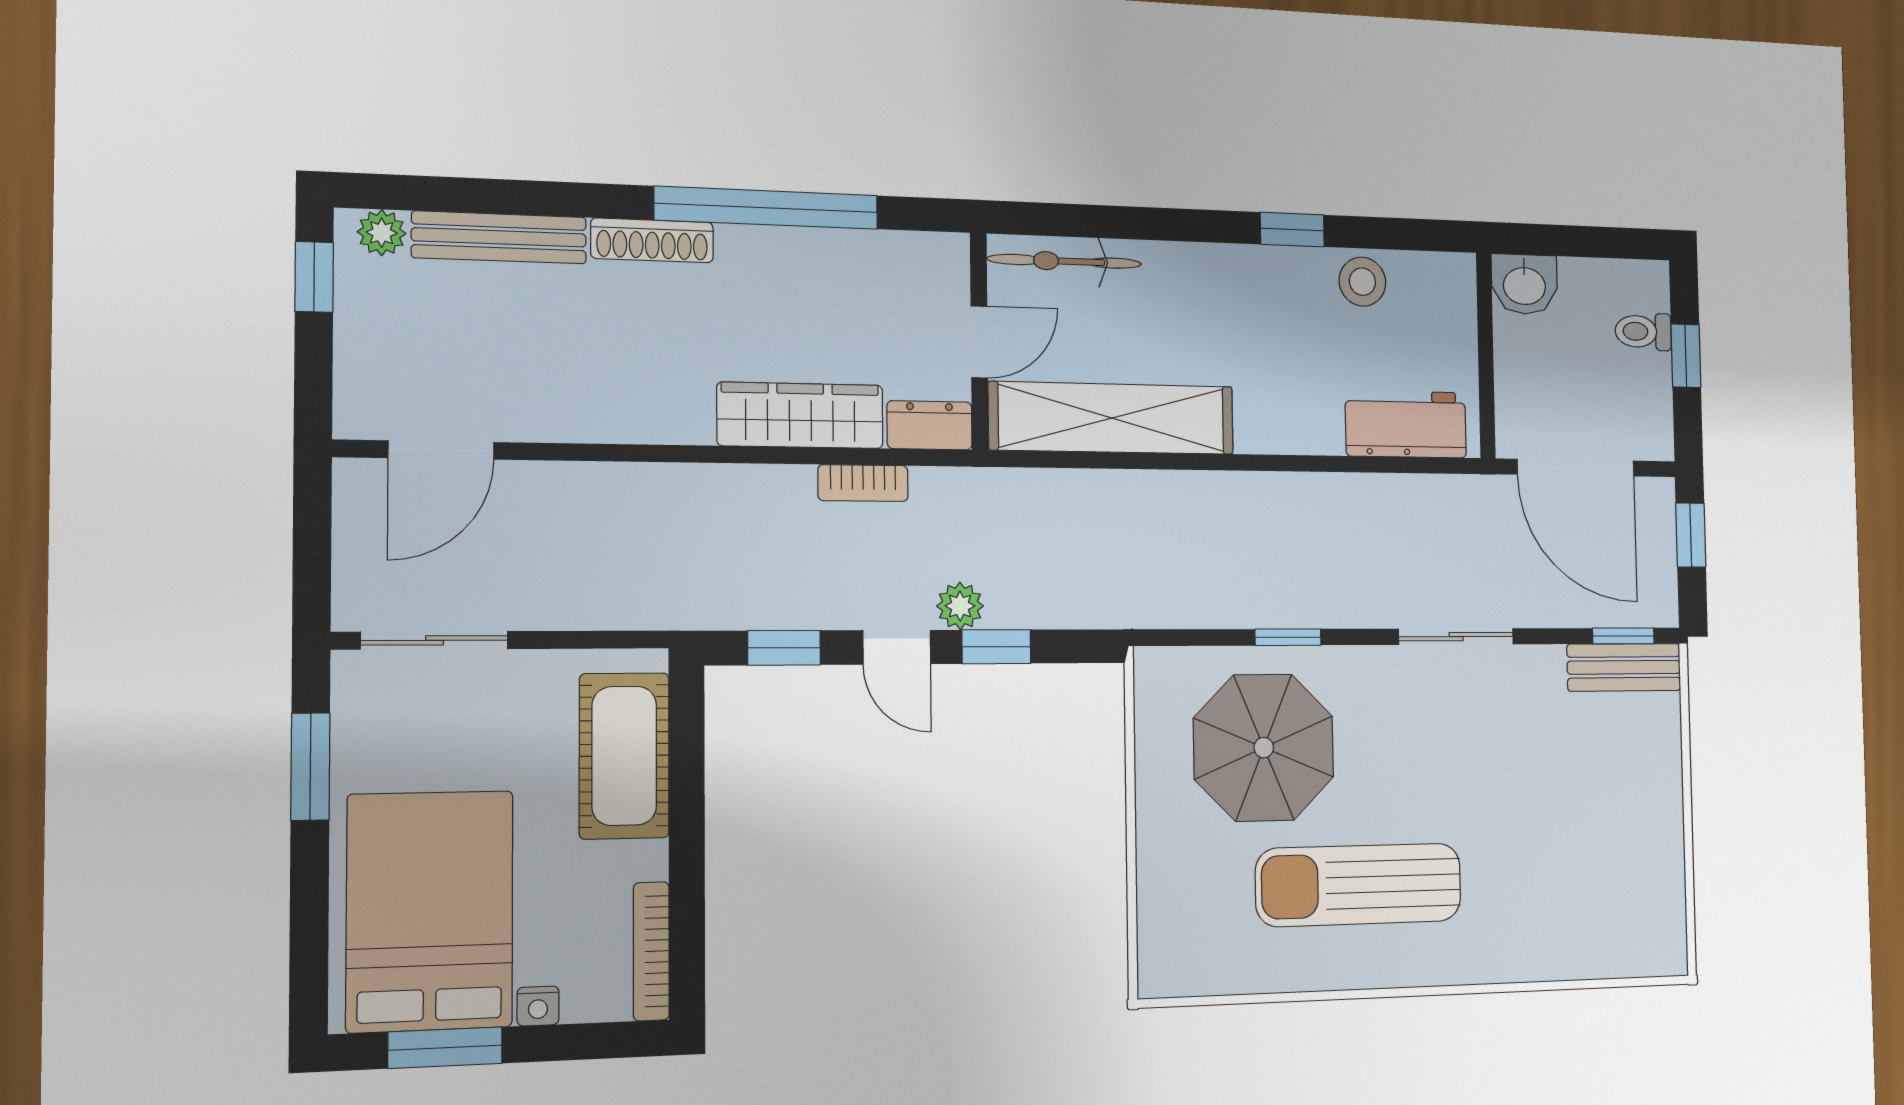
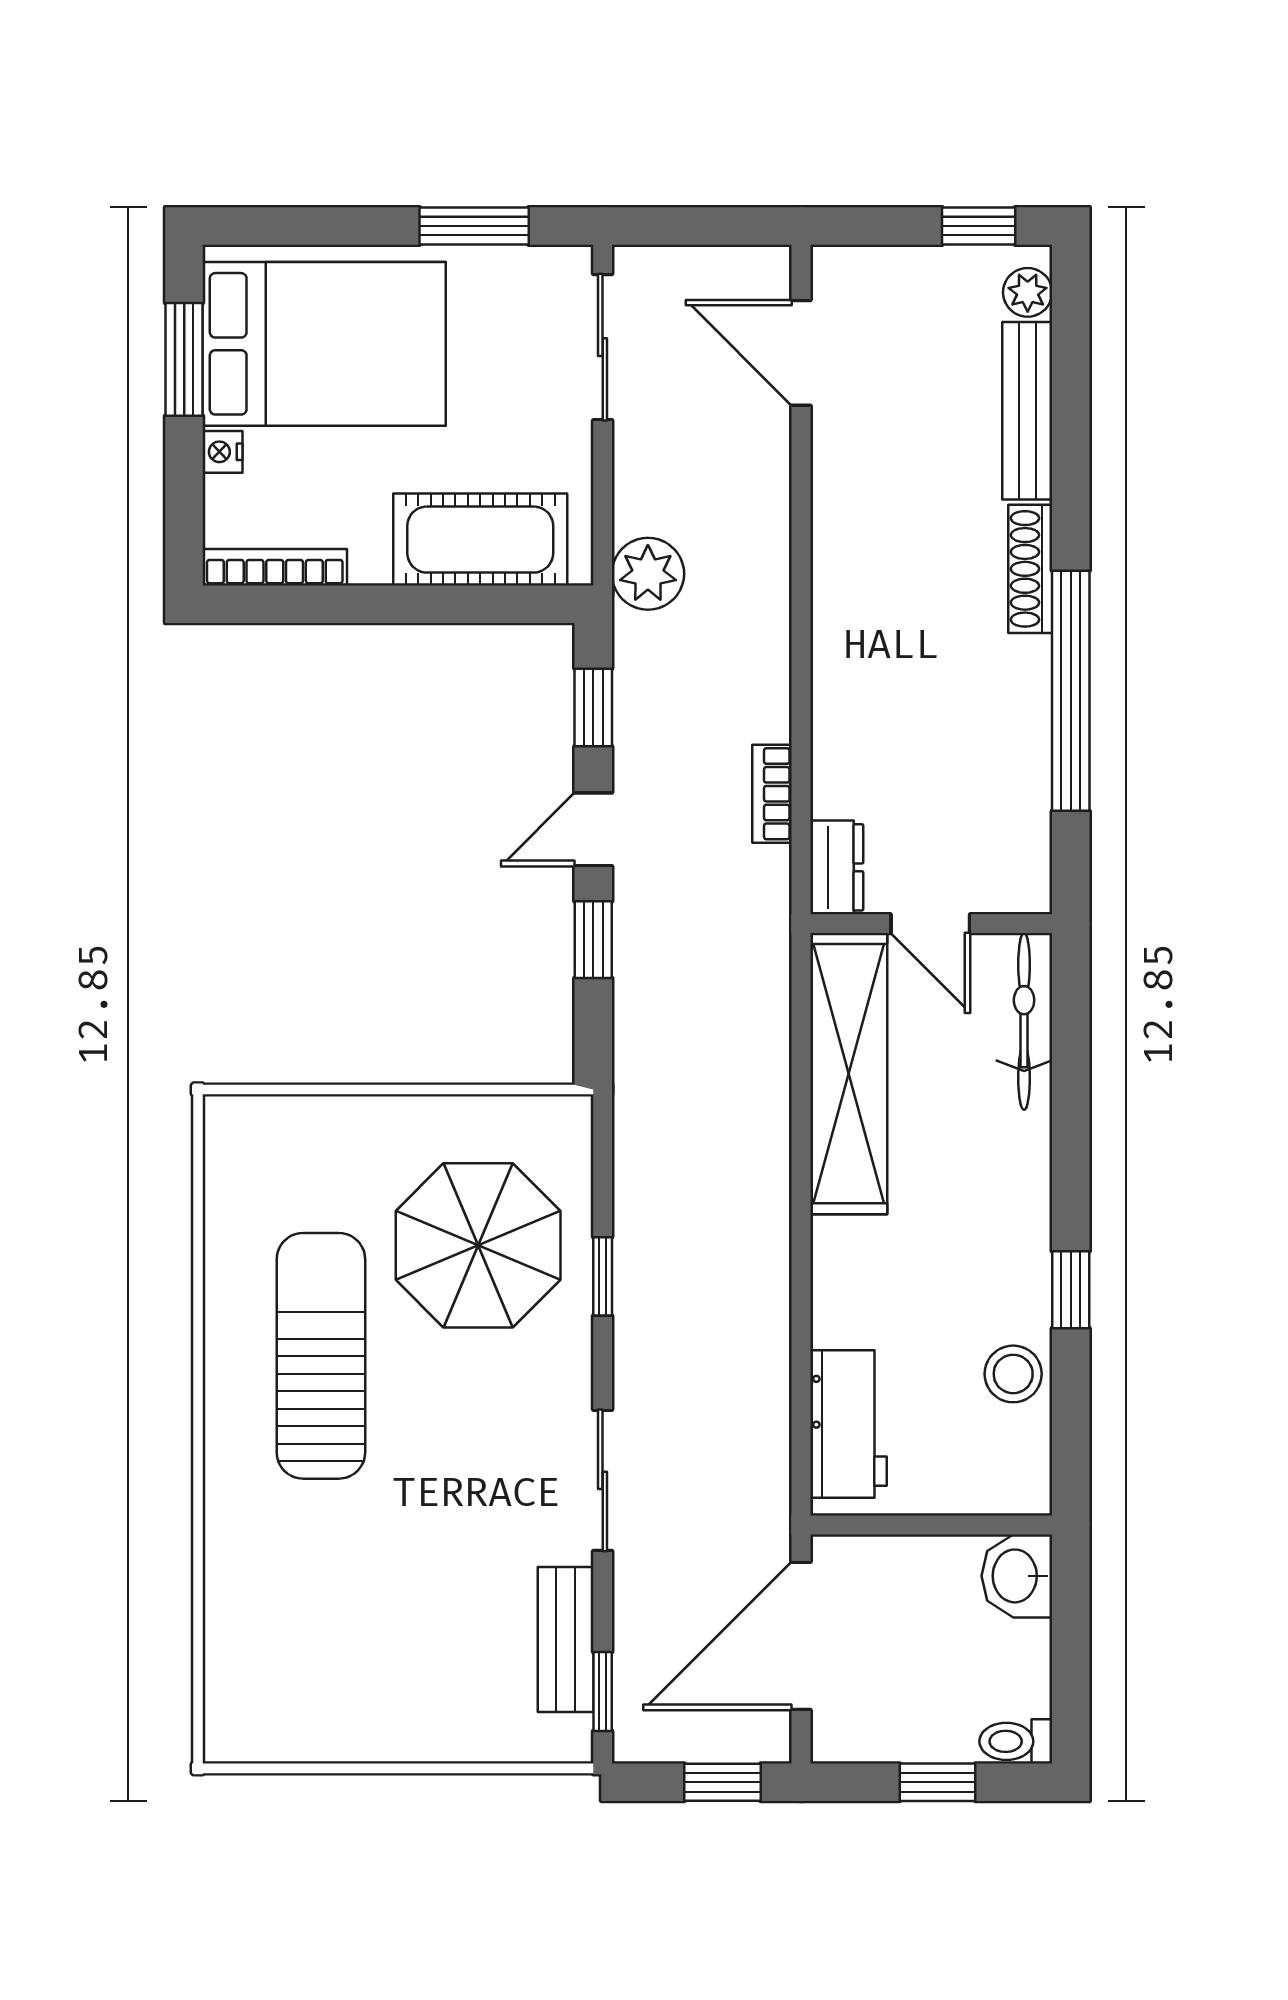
toilet: (1643, 332) -> (1016, 1741), moved, turned -90
wardrobe: (800, 415) -> (845, 726), removed
plant: (960, 606) -> (648, 574), moved, width x1.38, depth x1.38
bench: (1624, 667) -> (566, 1640), moved

